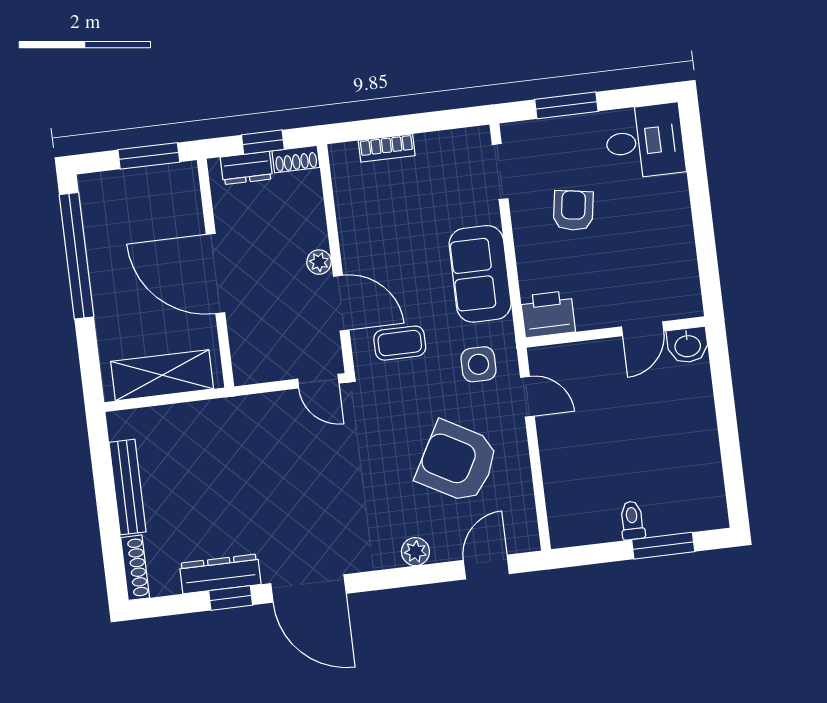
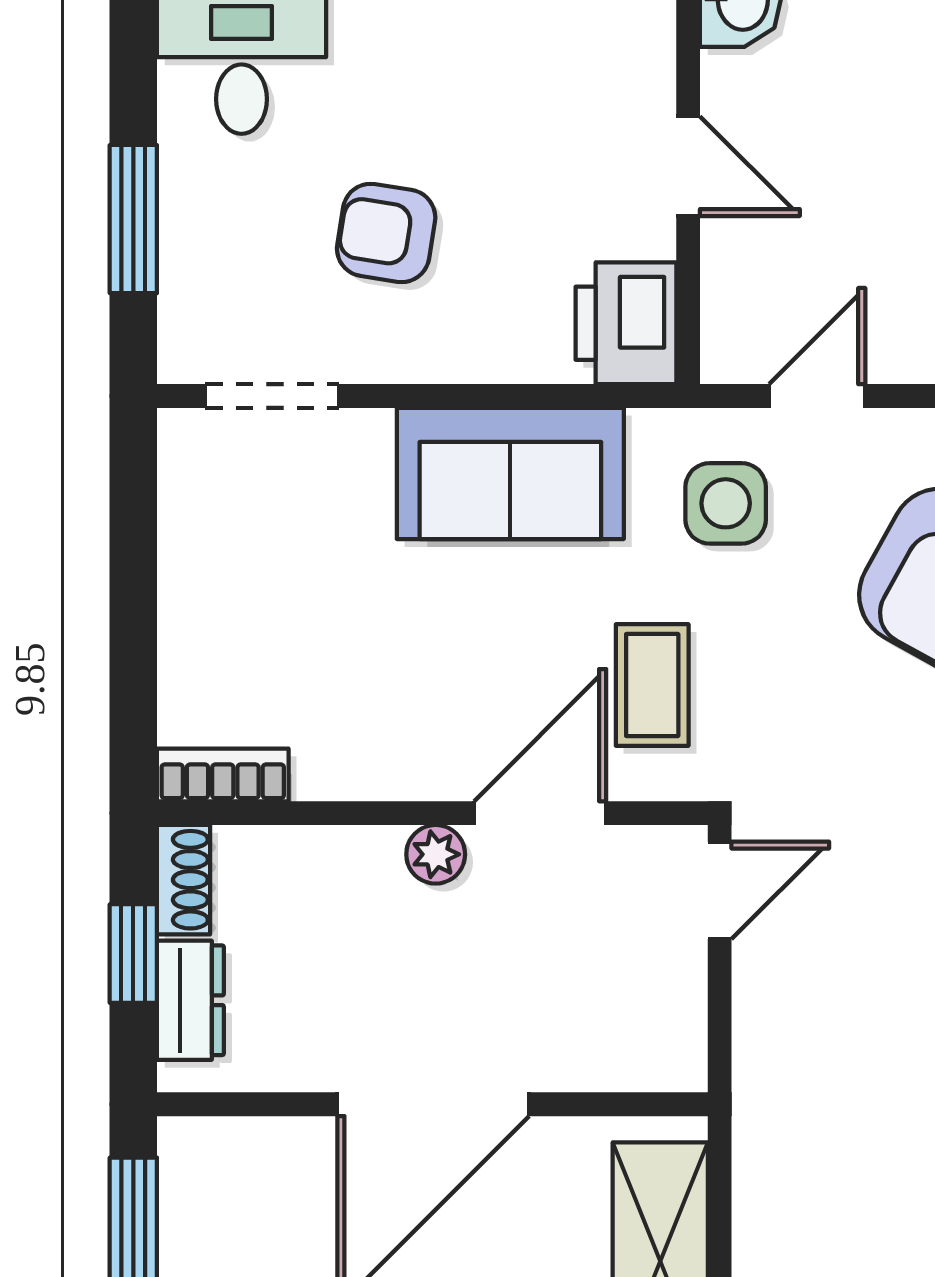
bookcase: (387, 148) -> (223, 775), moved, turned -90
door: (643, 329) -> (688, 166), moved

